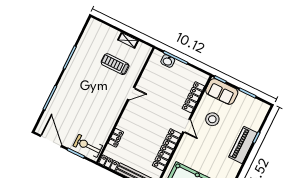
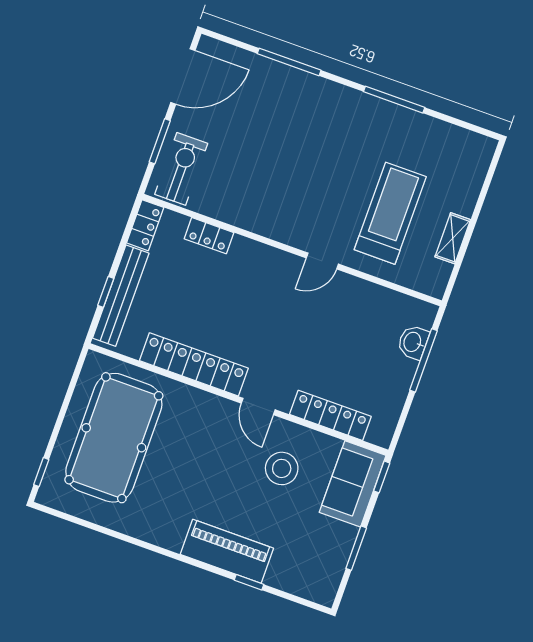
treadmill: (115, 64) -> (390, 213), width x1.37, depth x1.38
door: (131, 93) -> (322, 261), hinge flipped
door: (186, 126) -> (258, 406), hinge flipped

